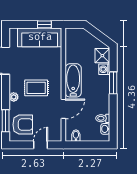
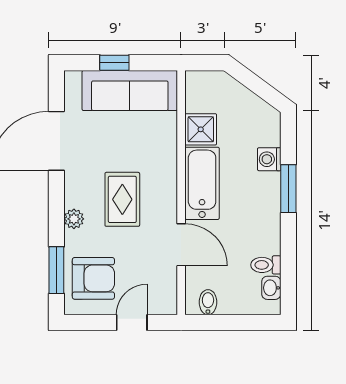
window: (44, 24) -> (114, 63), moved
shower: (102, 56) -> (201, 129), moved
rug: (36, 88) -> (122, 199), turned 90
door: (63, 109) -> (181, 245), hinge flipped

